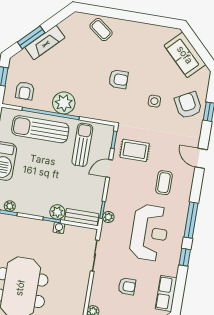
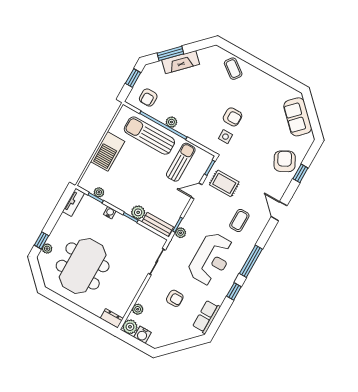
side table: (154, 101) -> (225, 137), moved
plant: (64, 103) -> (171, 122), width x0.53, depth x0.53
water cooler: (59, 228) -> (110, 213), moved

